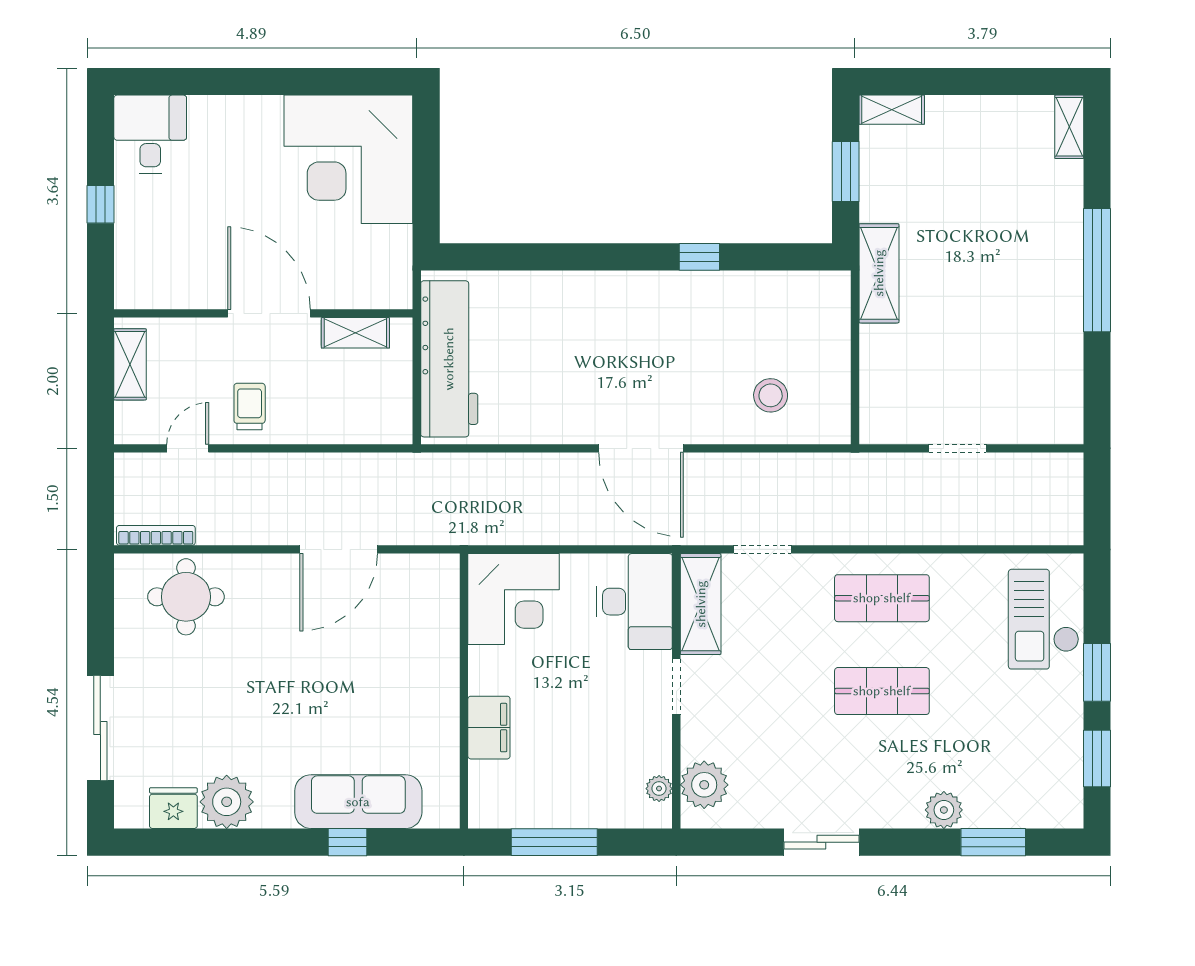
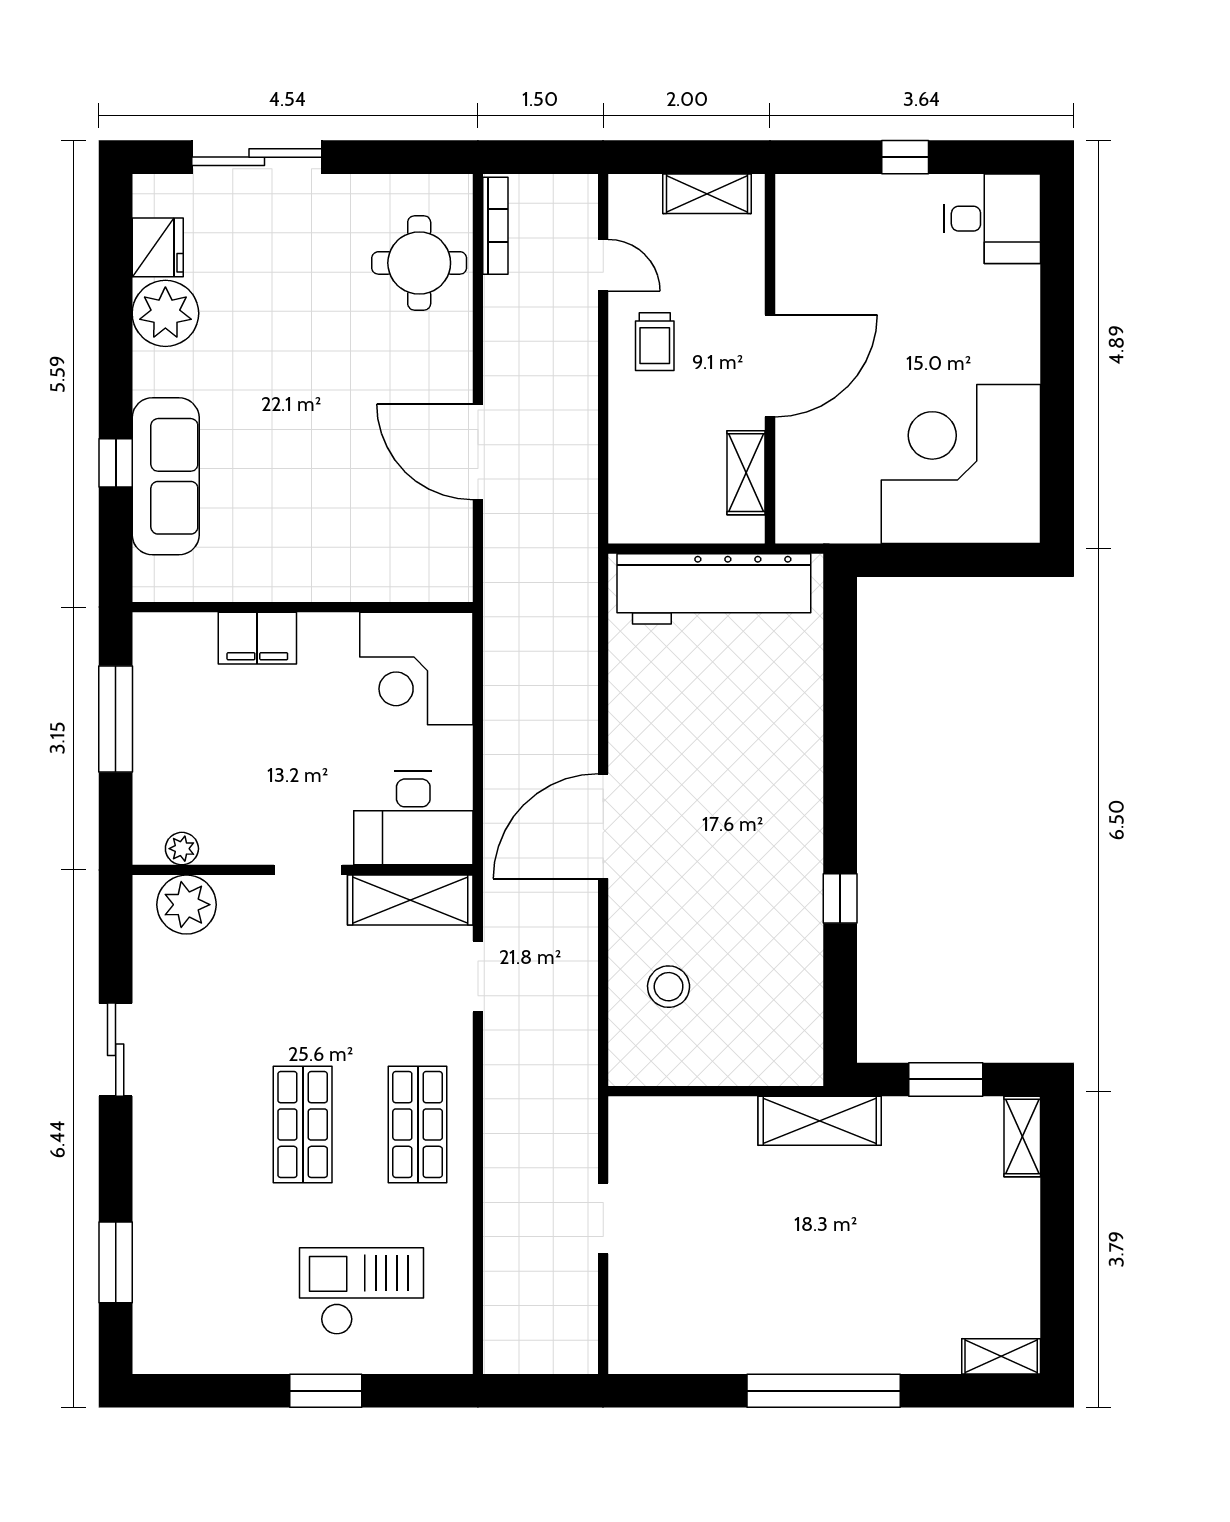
trolley: (250, 407) -> (655, 342), turned 90
checkout: (1044, 619) -> (362, 1291), moved
window: (1097, 759) -> (219, 1391), removed
plant: (944, 810) -> (155, 1201), removed

